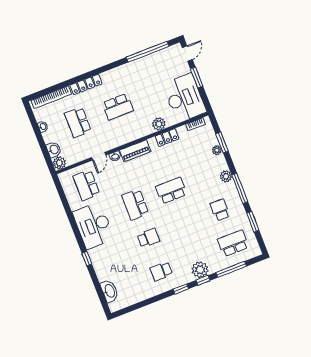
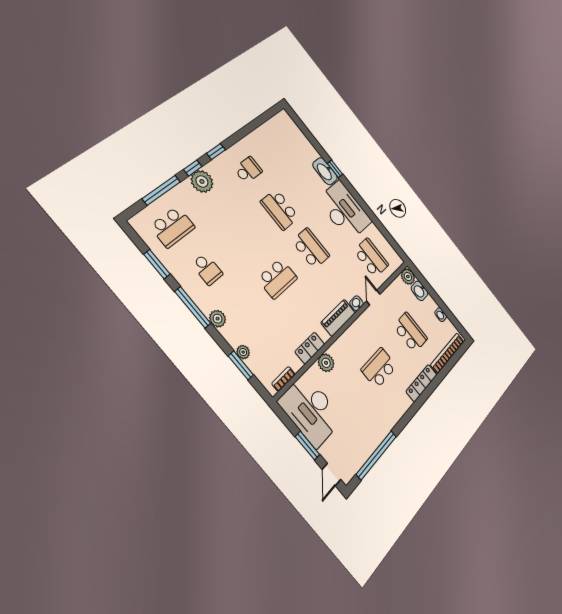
school desk: (148, 238) -> (280, 209), width x1.85
washbasin: (109, 291) -> (325, 171), moved

